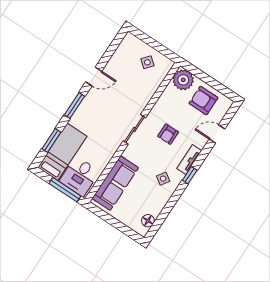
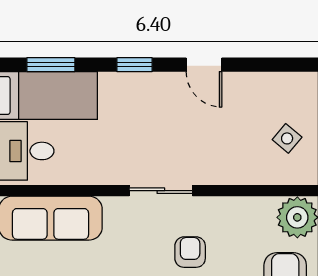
window: (74, 106) -> (135, 65), width x0.67
armchair: (168, 134) -> (190, 252), turned 90

